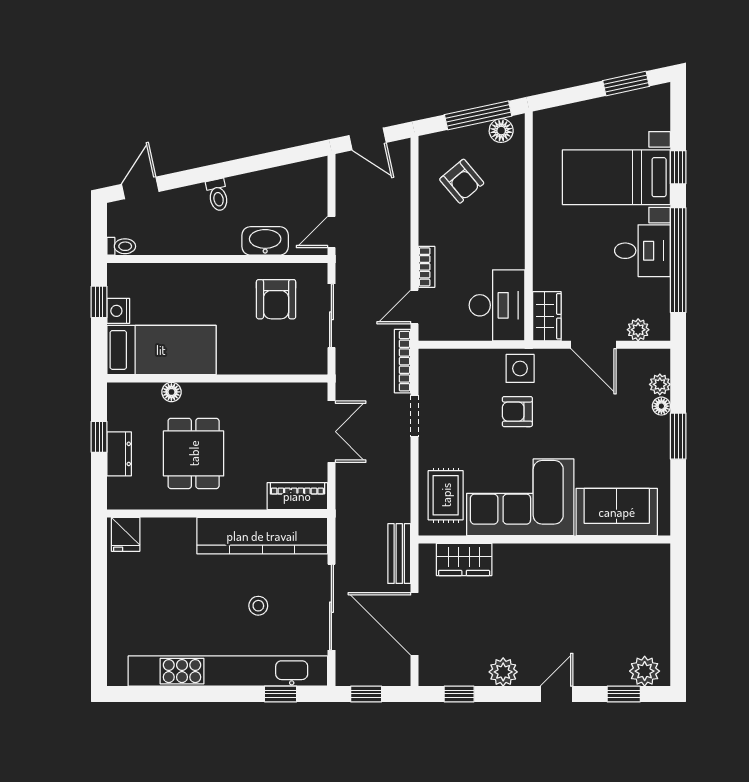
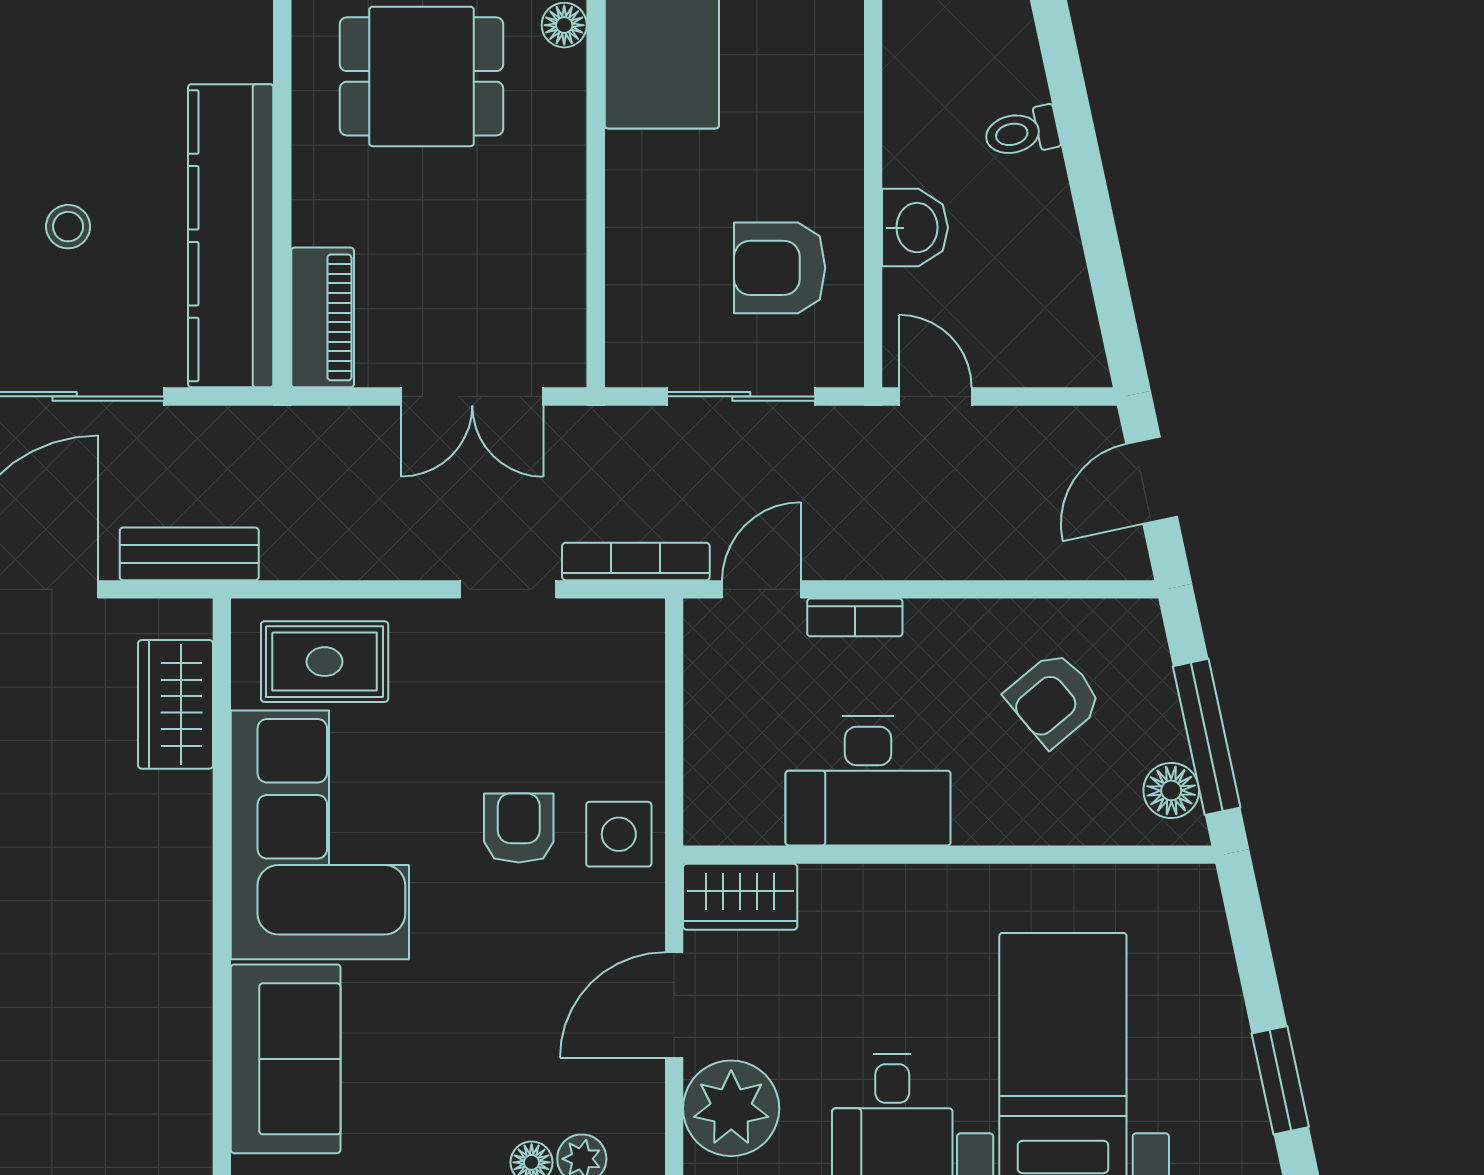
washbasin: (265, 241) -> (915, 228), width x0.72
desk: (497, 305) -> (868, 781), moved
door: (415, 307) -> (761, 589), hinge flipped
plant: (638, 330) -> (731, 1108), width x1.87, depth x1.87

